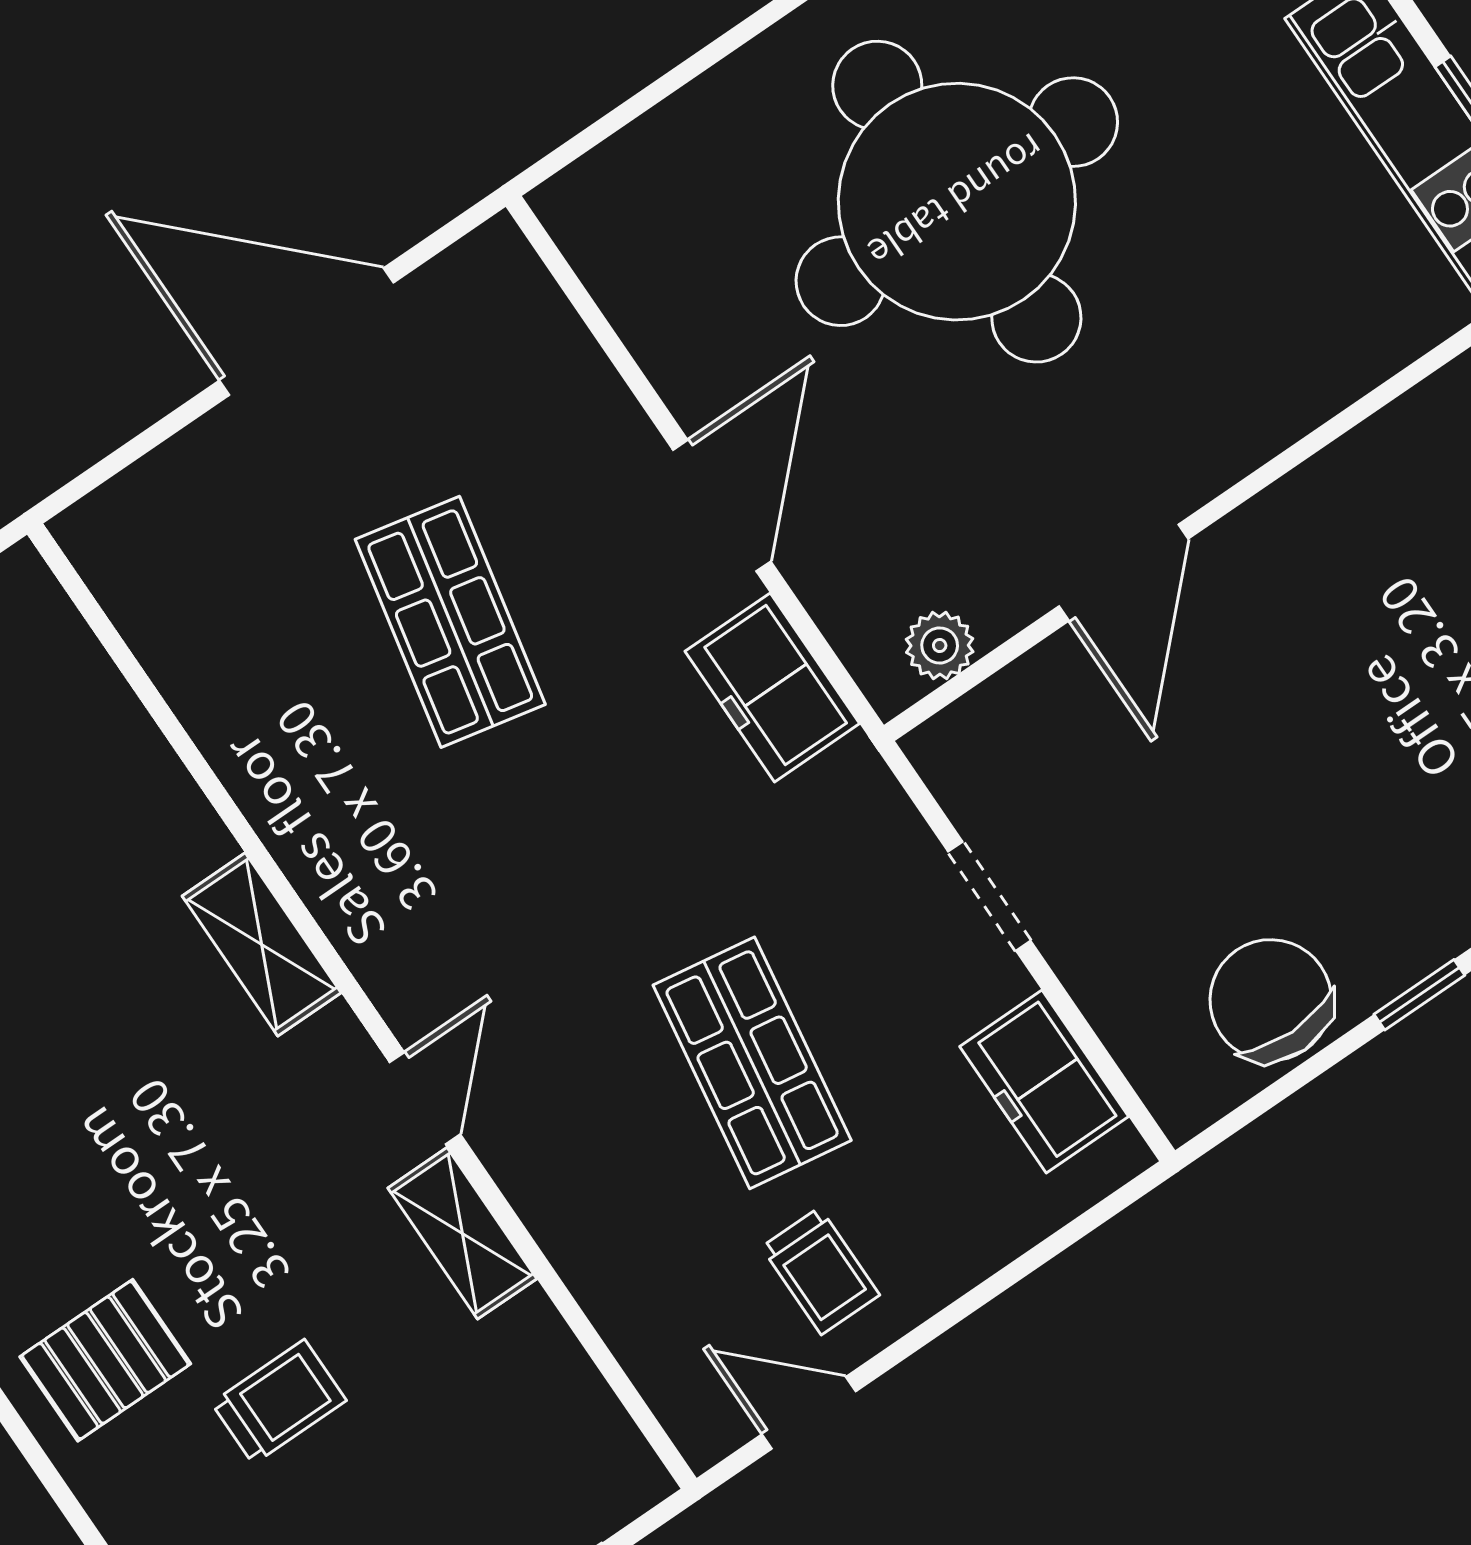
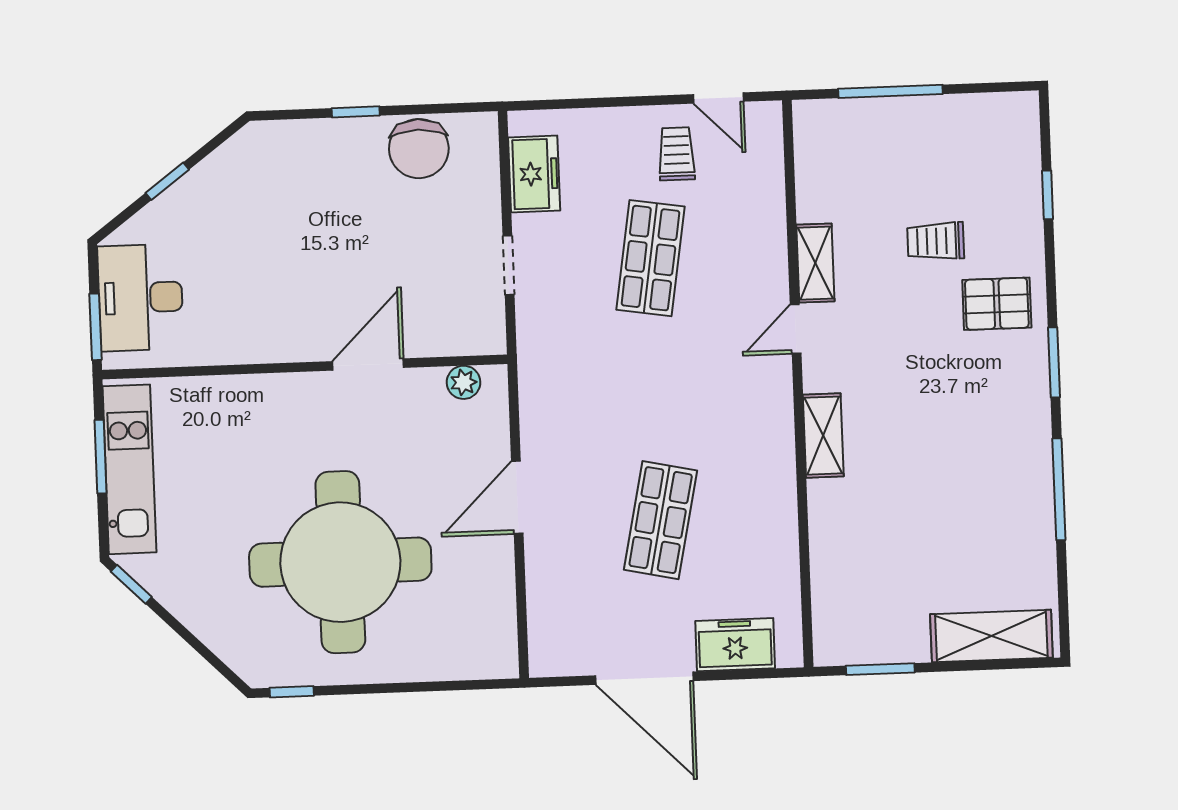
freezer: (772, 687) -> (735, 645), moved, turned -90

